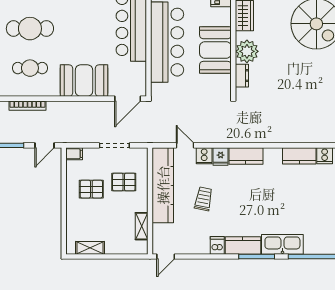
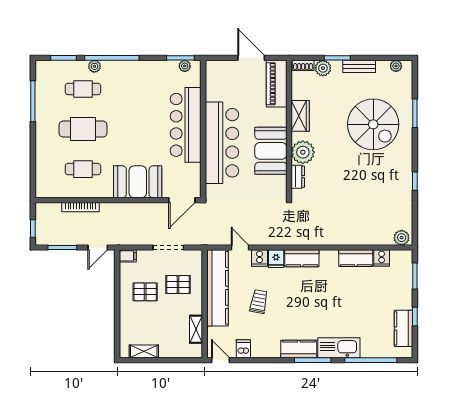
dishwasher: (217, 245) -> (243, 349), moved
door: (166, 257) -> (220, 360), swing flipped

